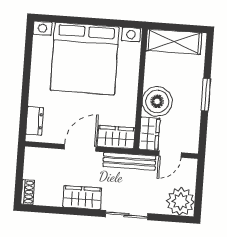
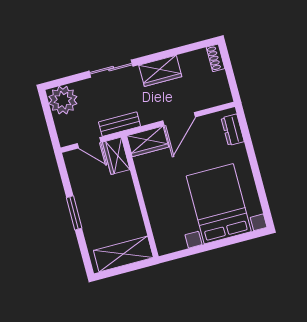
bed with nightstands: (85, 59) -> (219, 204), width x0.73
boiler: (157, 101) -> (119, 190), removed
door: (170, 154) -> (89, 143), swing flipped
bench: (129, 161) -> (119, 124), width x0.73

